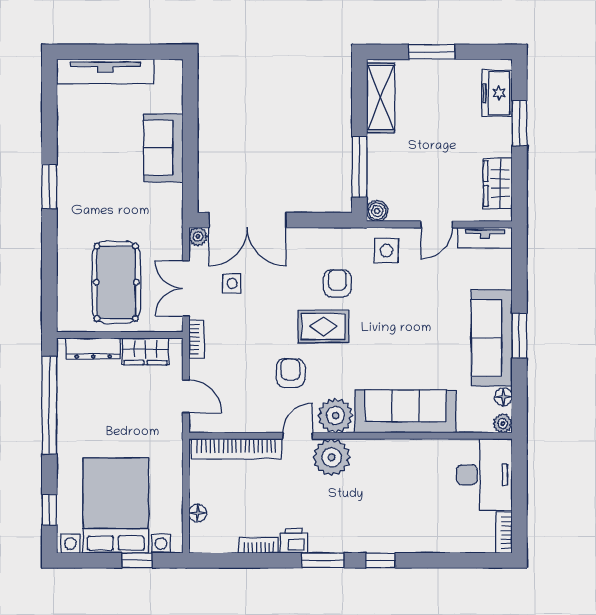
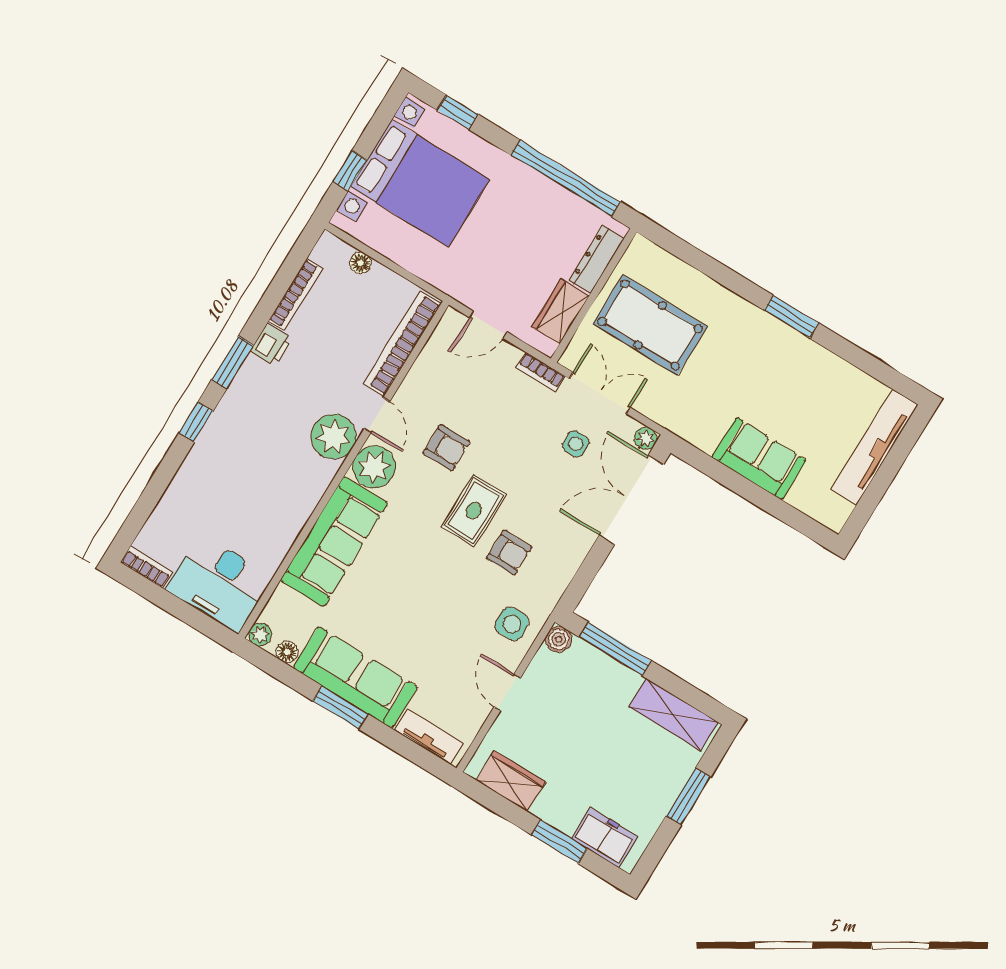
tv unit: (485, 238) -> (429, 737), moved, turned 90
bookcase: (259, 545) -> (295, 295), width x1.56

